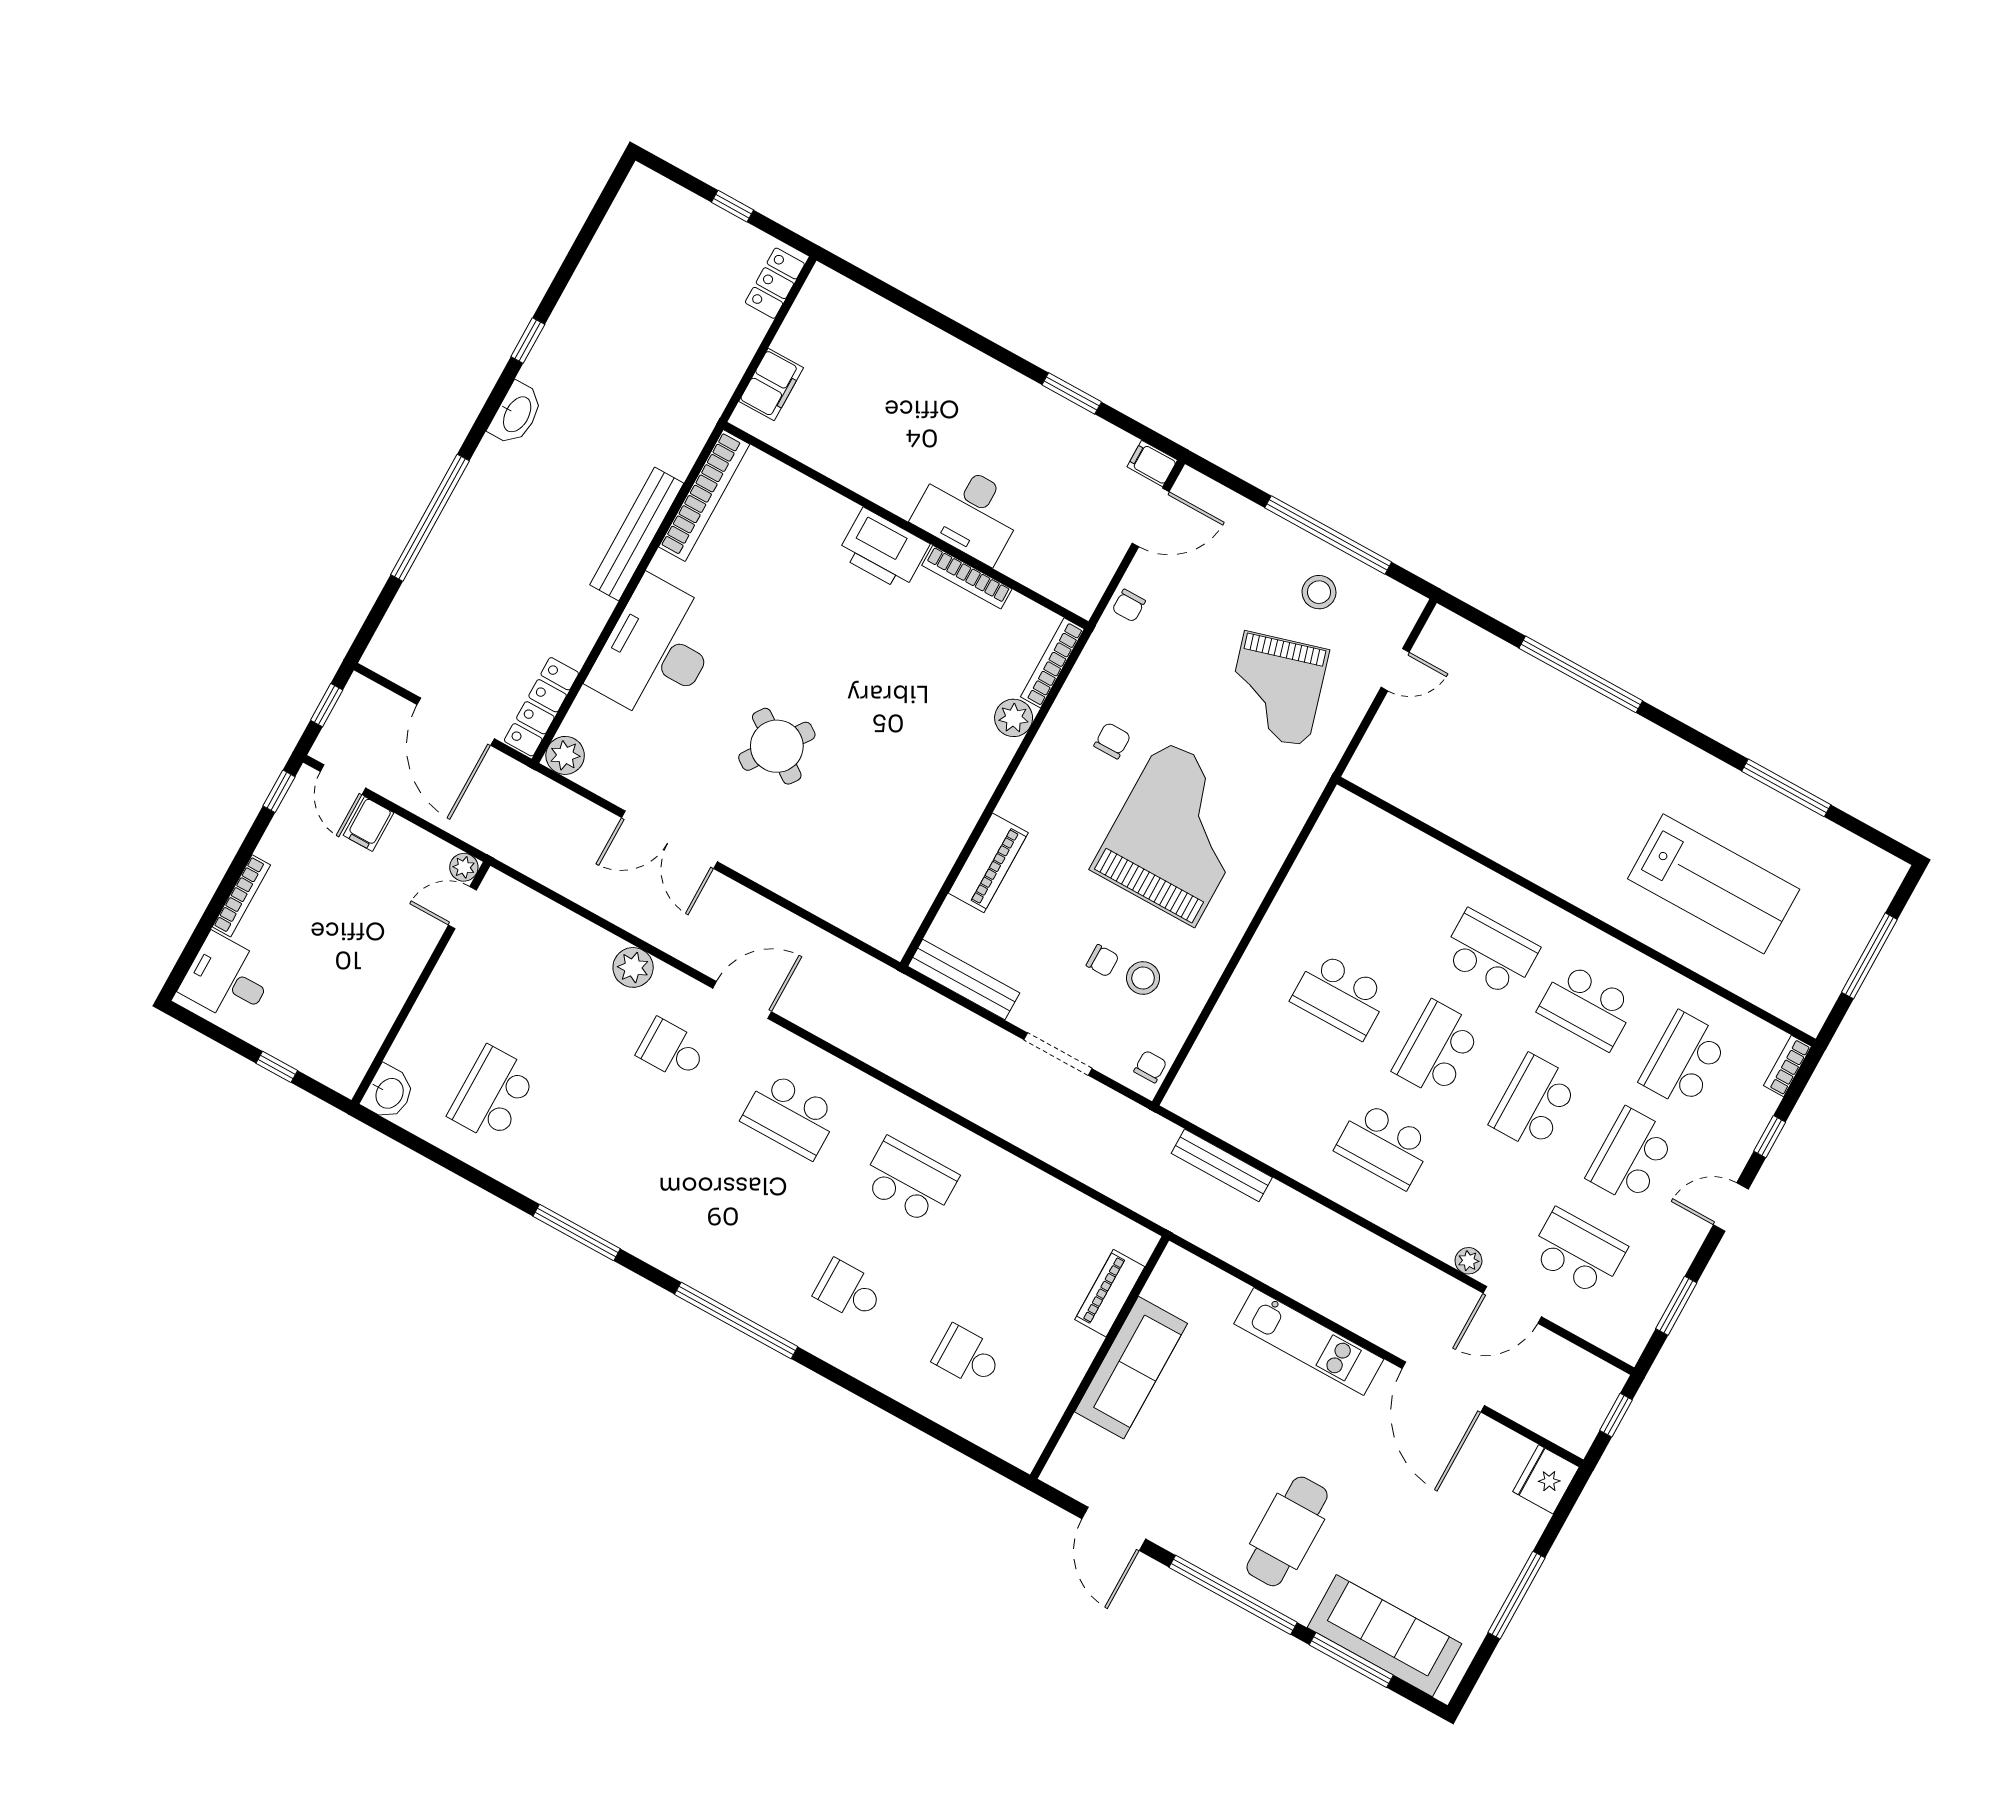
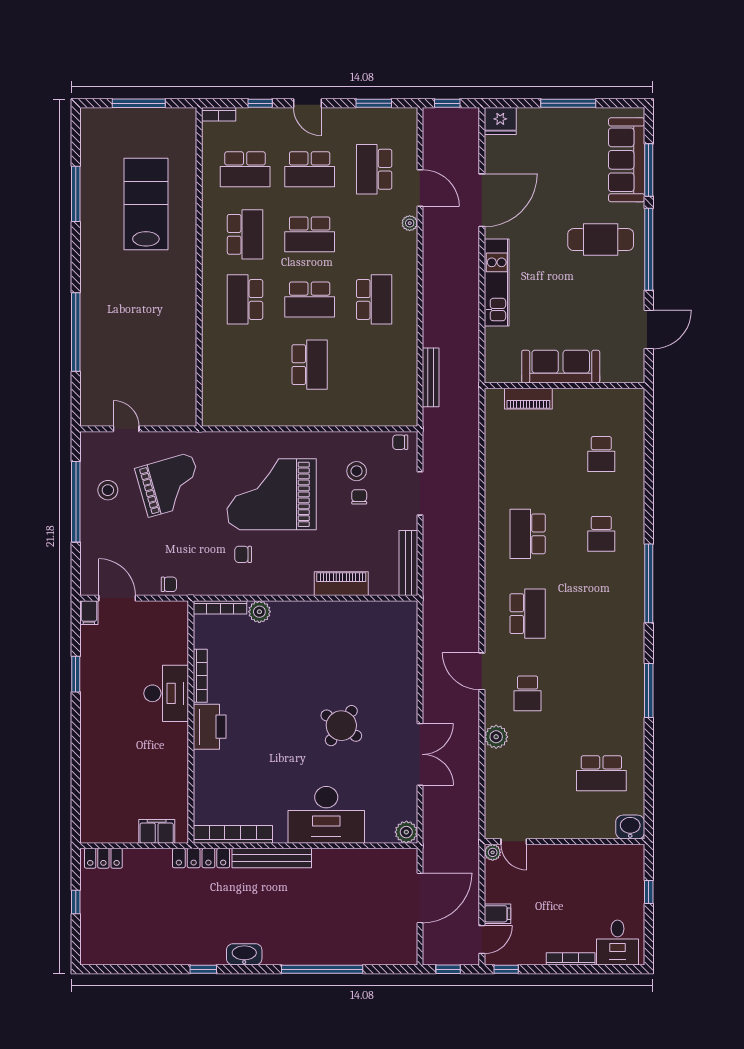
locker: (541, 707) -> (201, 858), moved

